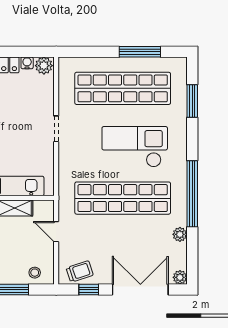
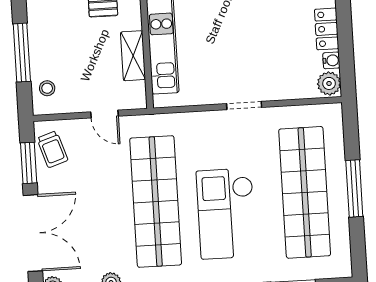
window: (140, 52) -> (354, 188), moved
checkout: (135, 147) -> (226, 214), turned 180
door: (56, 232) -> (104, 114), swing flipped
window: (89, 290) -> (29, 163), width x1.50

